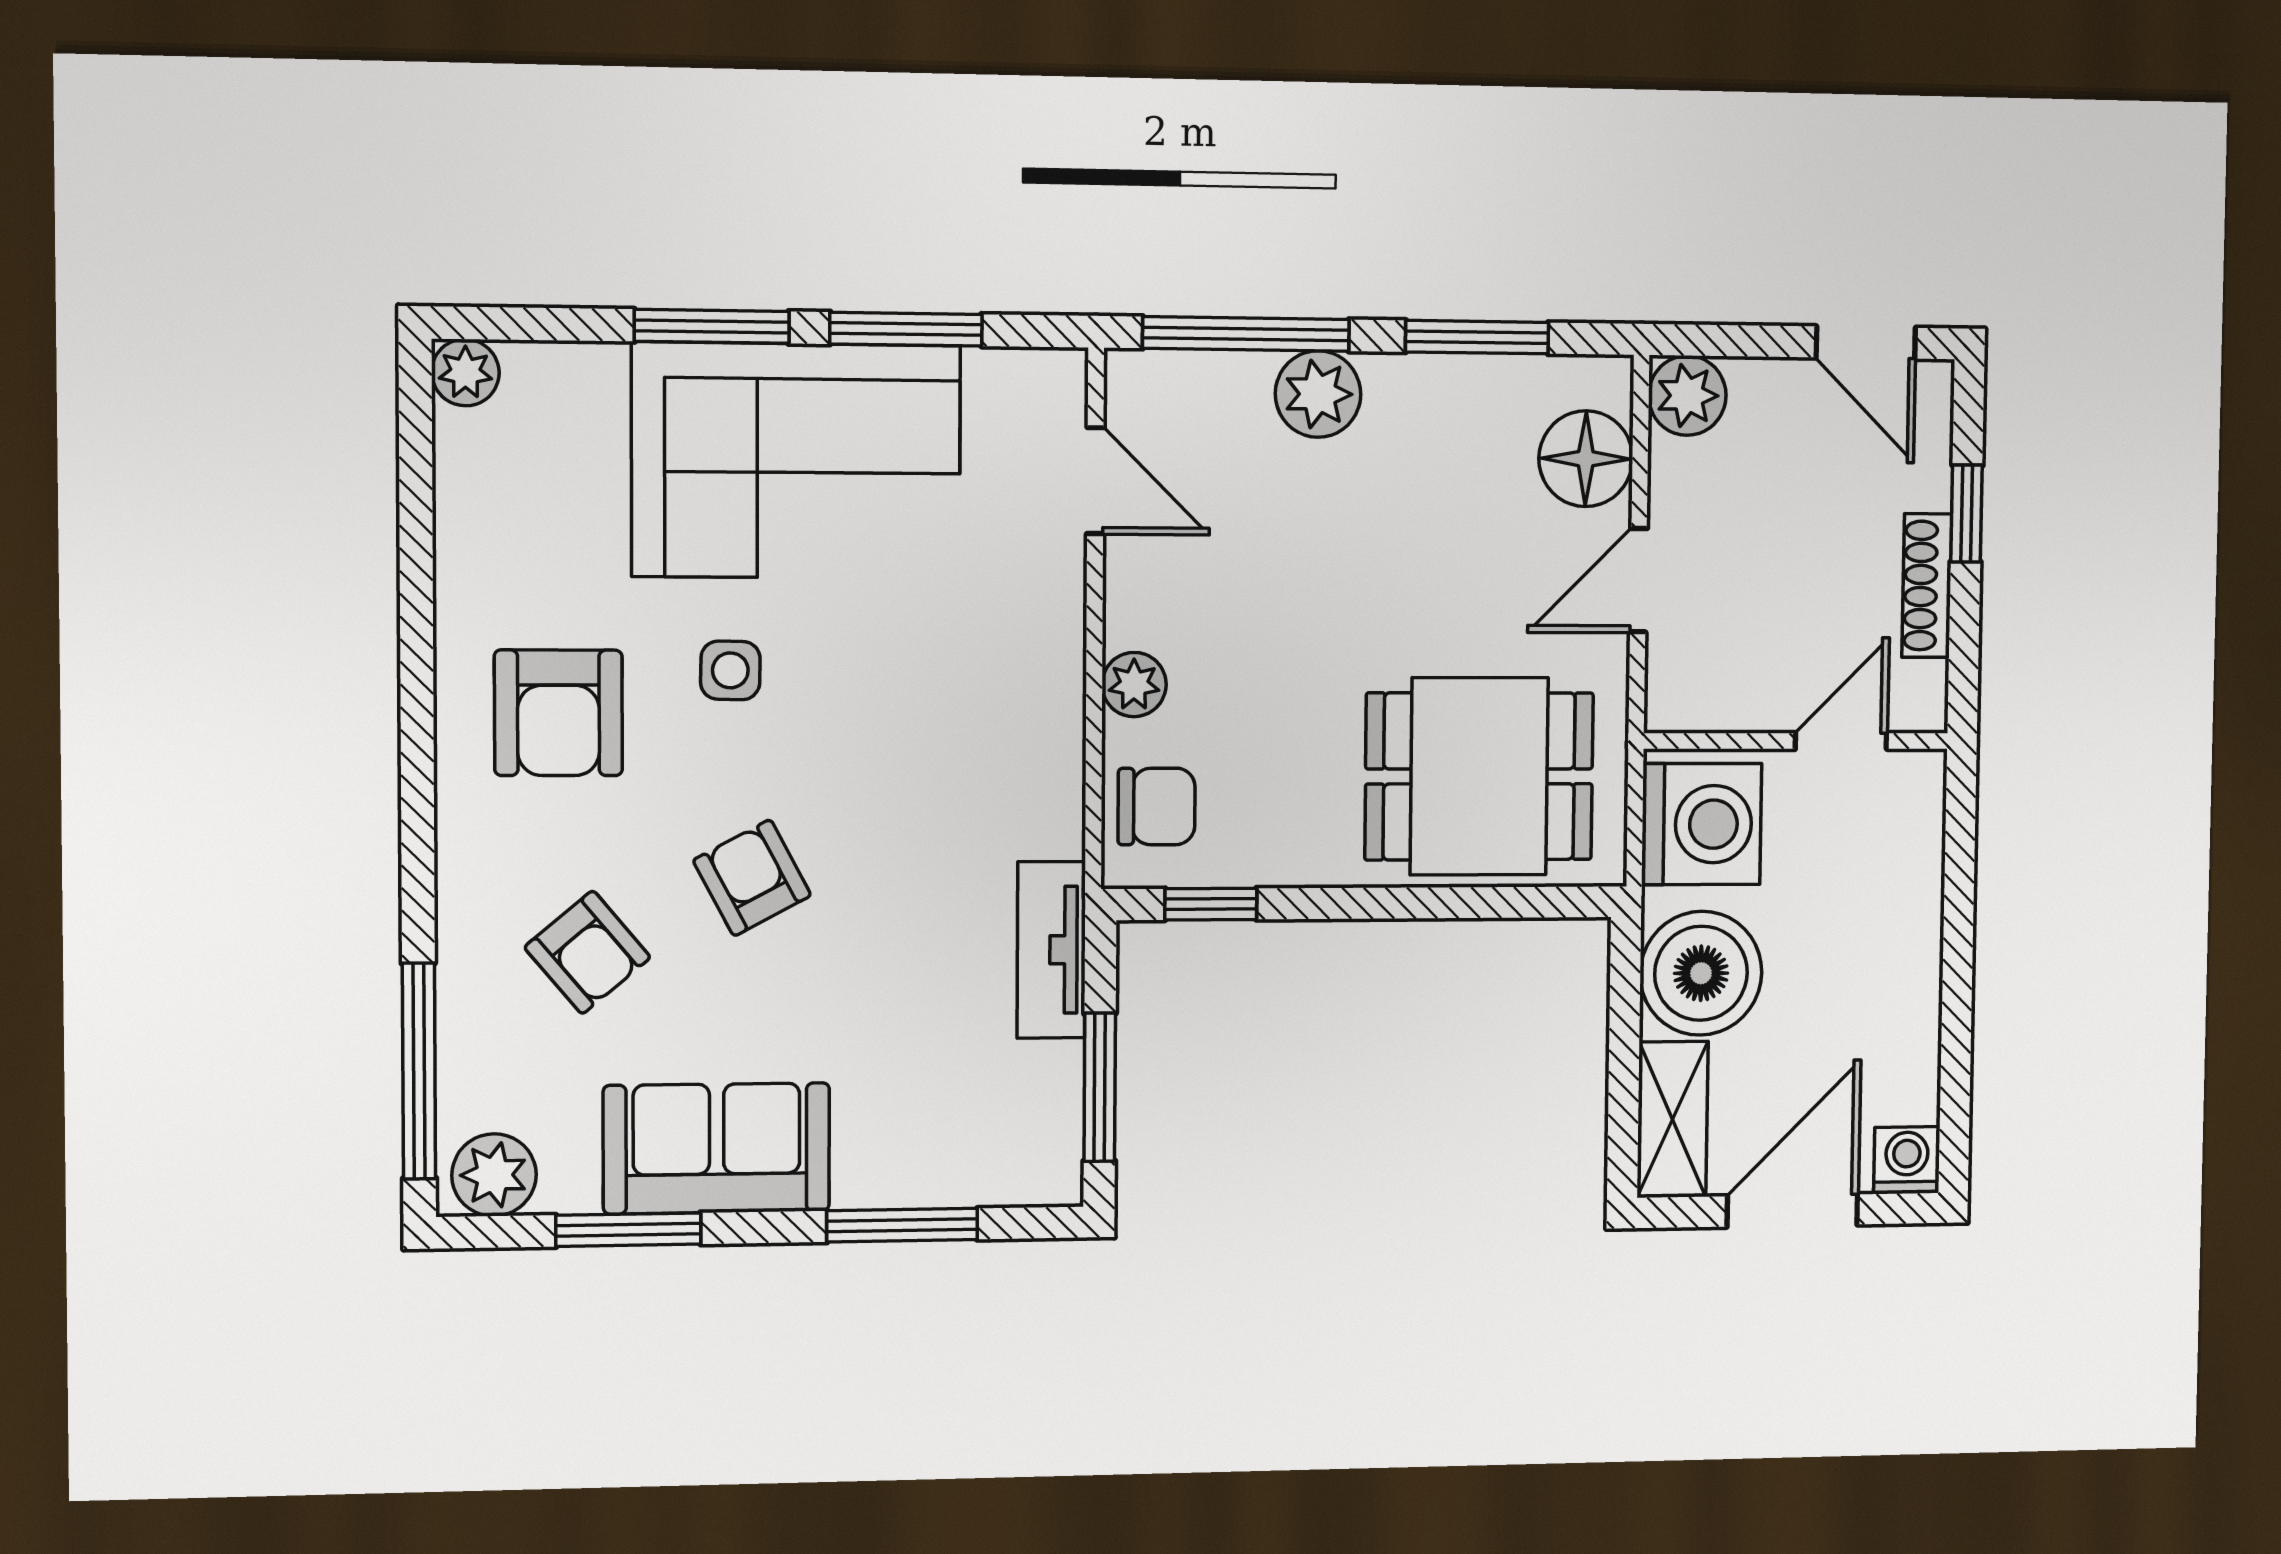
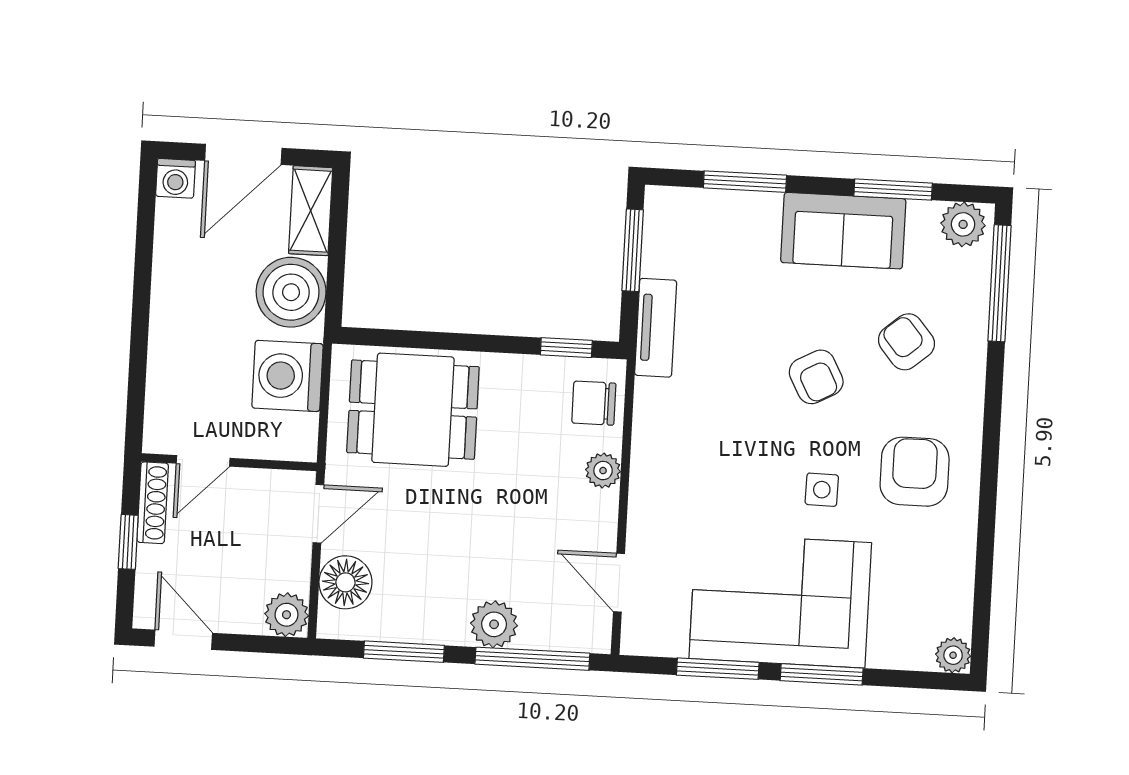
wall: (1796, 741) -> (229, 462), moved
door: (1841, 741) -> (203, 461), moved

